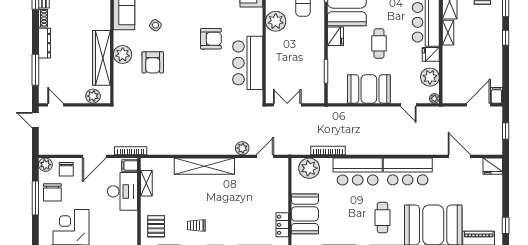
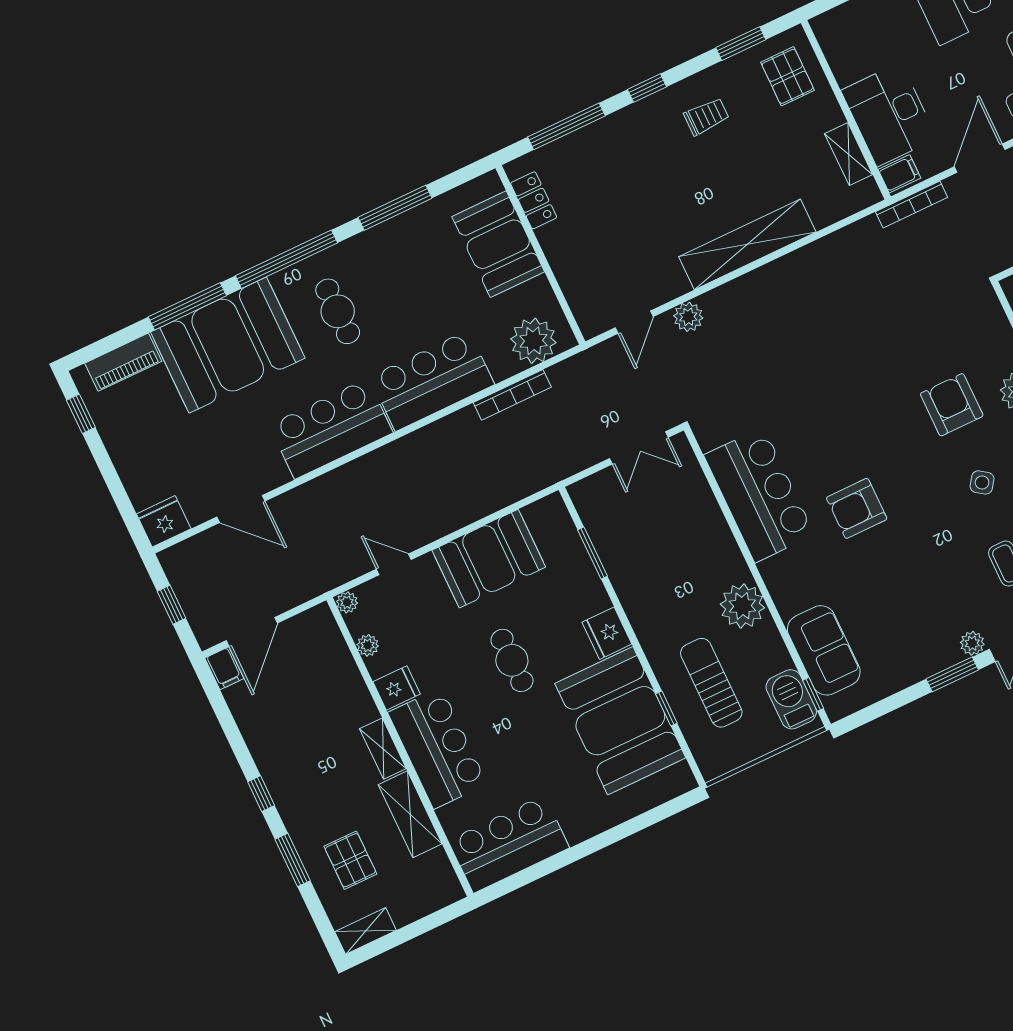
plant: (430, 77) -> (368, 645), width x0.53, depth x0.53

